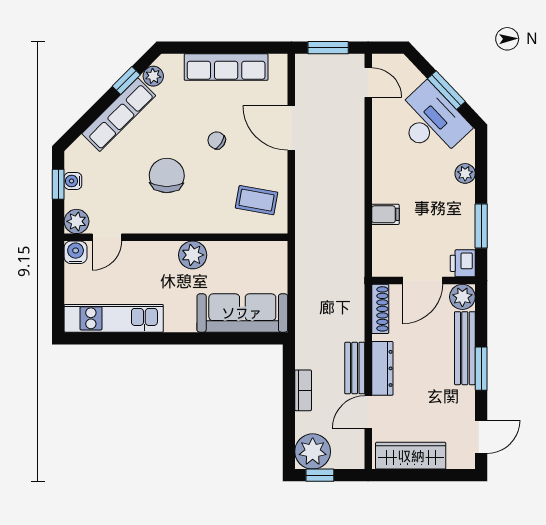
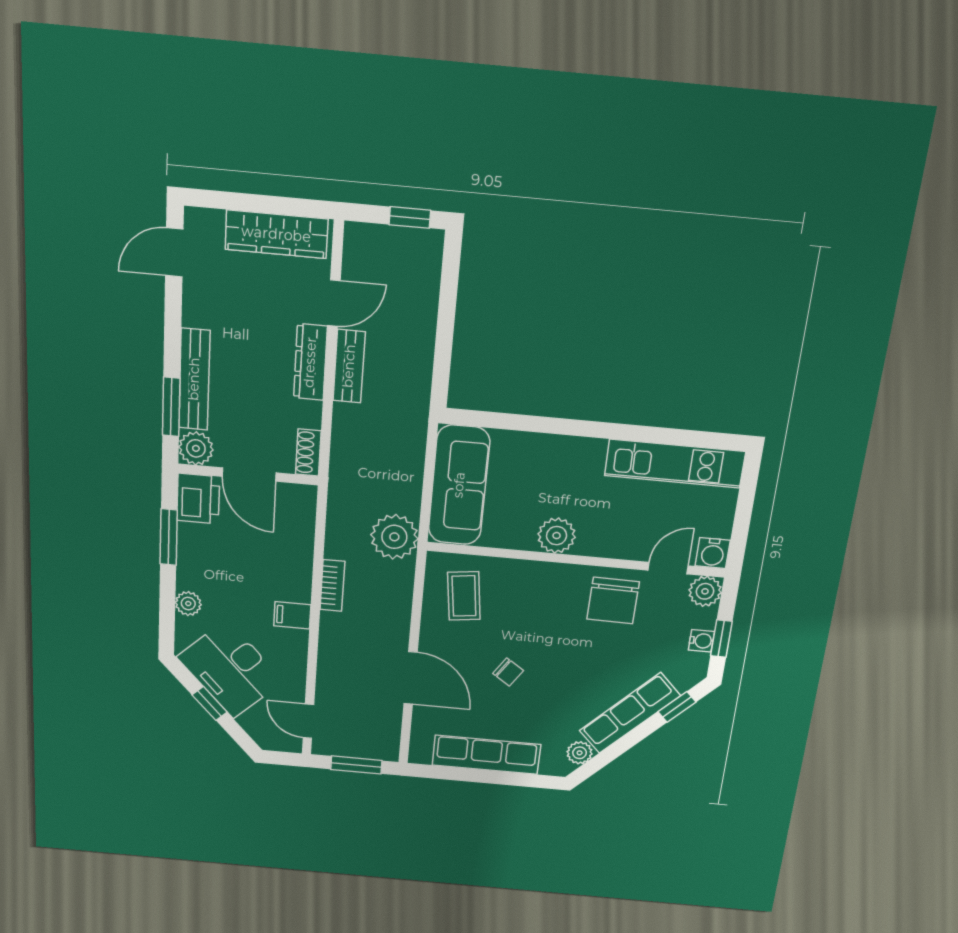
window: (126, 80) -> (677, 707), moved
window: (446, 90) -> (210, 704), width x0.67
chair: (167, 175) -> (613, 601), moved
coffee table: (257, 200) -> (464, 596), turned 73
filing cabinet: (385, 214) -> (292, 615), moved
printer: (463, 263) -> (198, 499), width x1.36, depth x1.24
door: (423, 281) -> (249, 475), swing flipped
shoe rack: (380, 309) -> (308, 453), width x0.70
sofa: (242, 313) -> (459, 485), moved, turned -90
window: (481, 369) -> (171, 407), moved
bookcase: (303, 390) -> (332, 585), moved, turned 180
plant: (313, 451) -> (394, 537), moved

